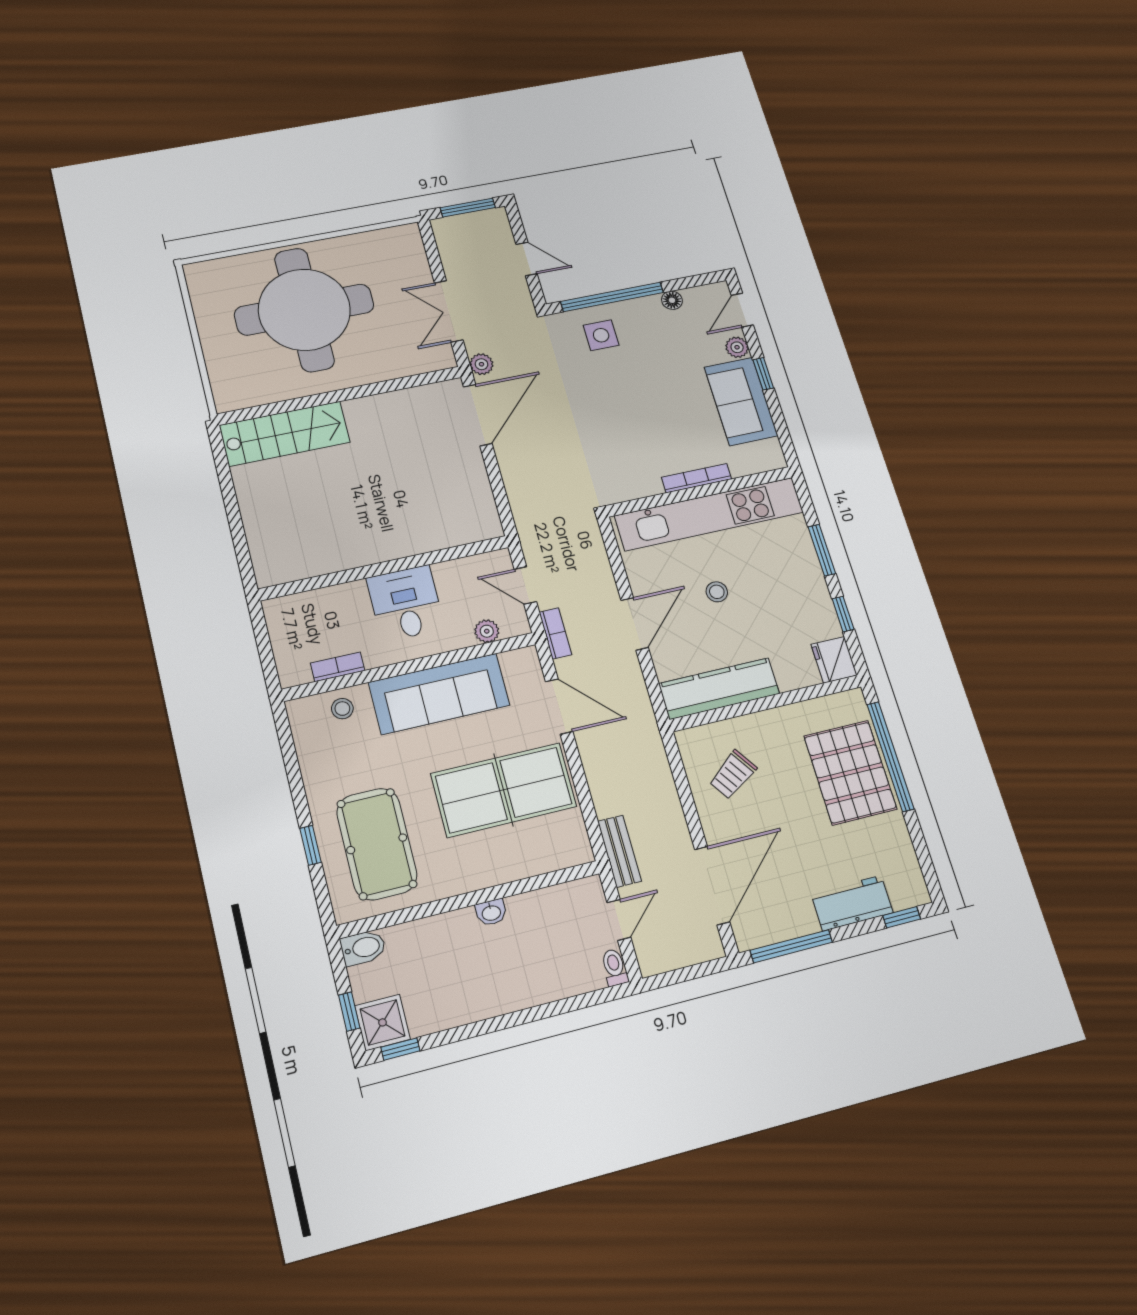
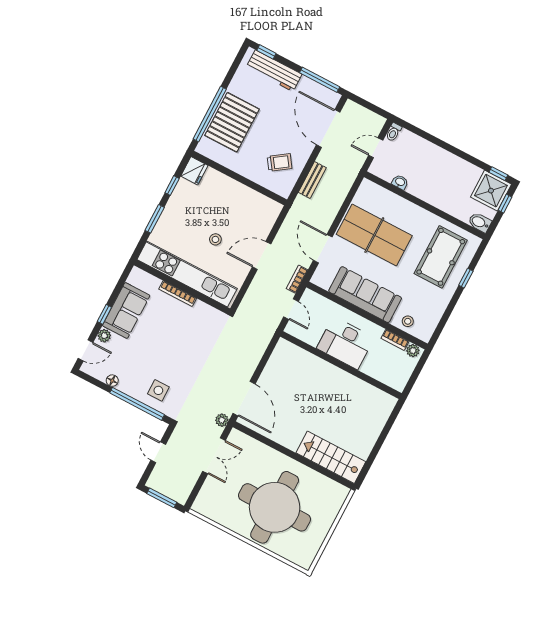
door: (478, 415) -> (244, 399), swing flipped
desk: (406, 603) -> (346, 343), width x1.37
plant: (487, 631) -> (413, 351), moved
kitchen counter: (719, 689) -> (252, 200), removed
bench: (620, 851) -> (312, 180), moved
door: (712, 886) -> (328, 129), hinge flipped
workbench: (852, 903) -> (274, 71), width x1.37
washbasin: (491, 912) -> (400, 182), moved
shower: (382, 1022) -> (491, 191), width x1.36, depth x1.36

